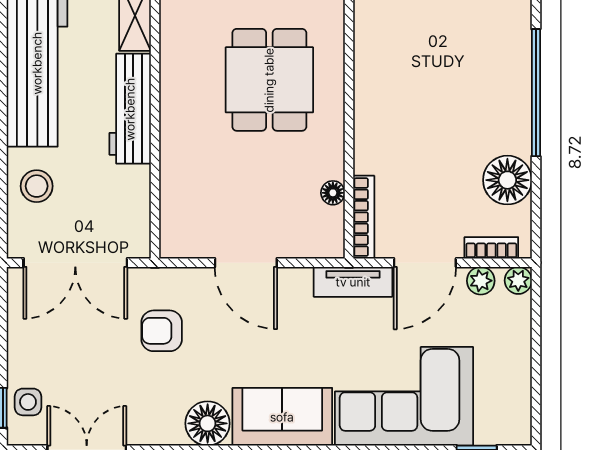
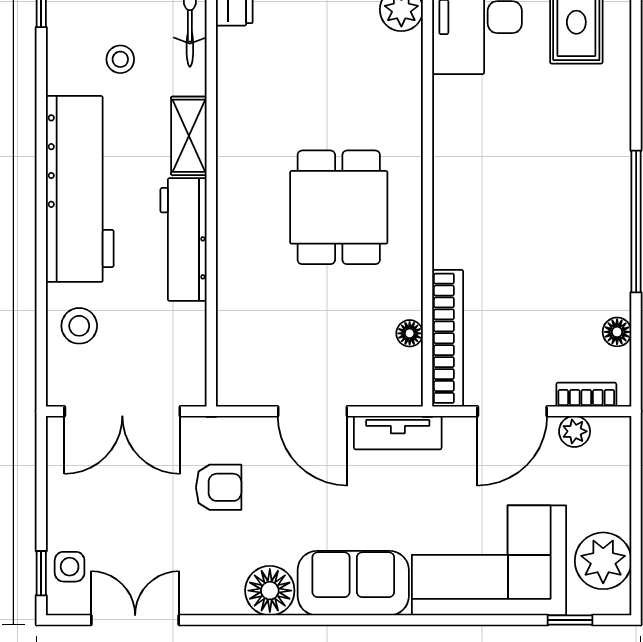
floor lamp: (507, 180) -> (617, 332), width x0.53, depth x0.53
bookcase: (364, 217) -> (448, 338), width x1.48, depth x1.31
plant: (518, 280) -> (603, 561), moved, width x1.88, depth x1.88
tv unit: (353, 282) -> (398, 433), moved
armchair: (162, 331) -> (219, 487), turned 180

